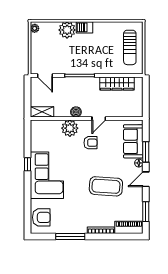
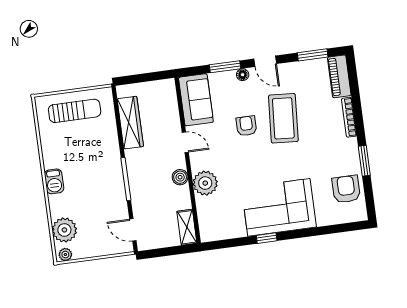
plant: (67, 30) -> (64, 230), moved
door: (45, 76) -> (133, 230), swing flipped
sofa: (133, 141) -> (196, 100), moved, turned -90
armchair: (91, 143) -> (246, 126), moved
armchair: (41, 217) -> (346, 189), moved
window: (70, 237) -> (364, 161), width x0.69

